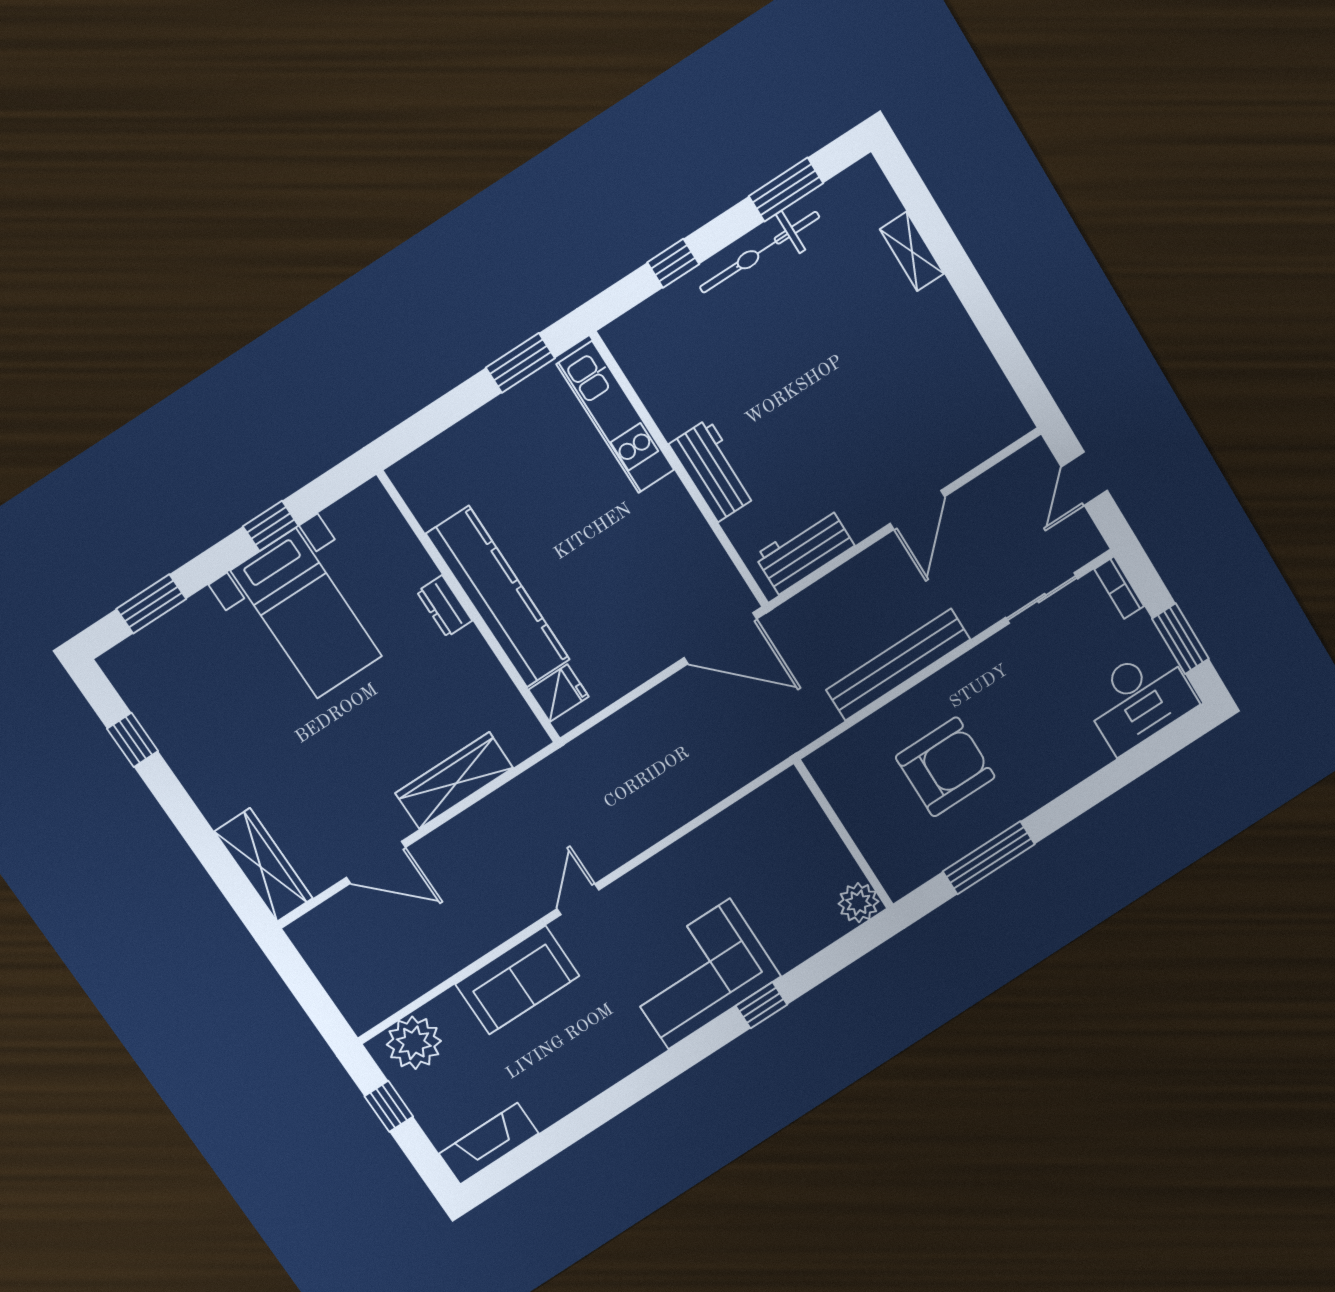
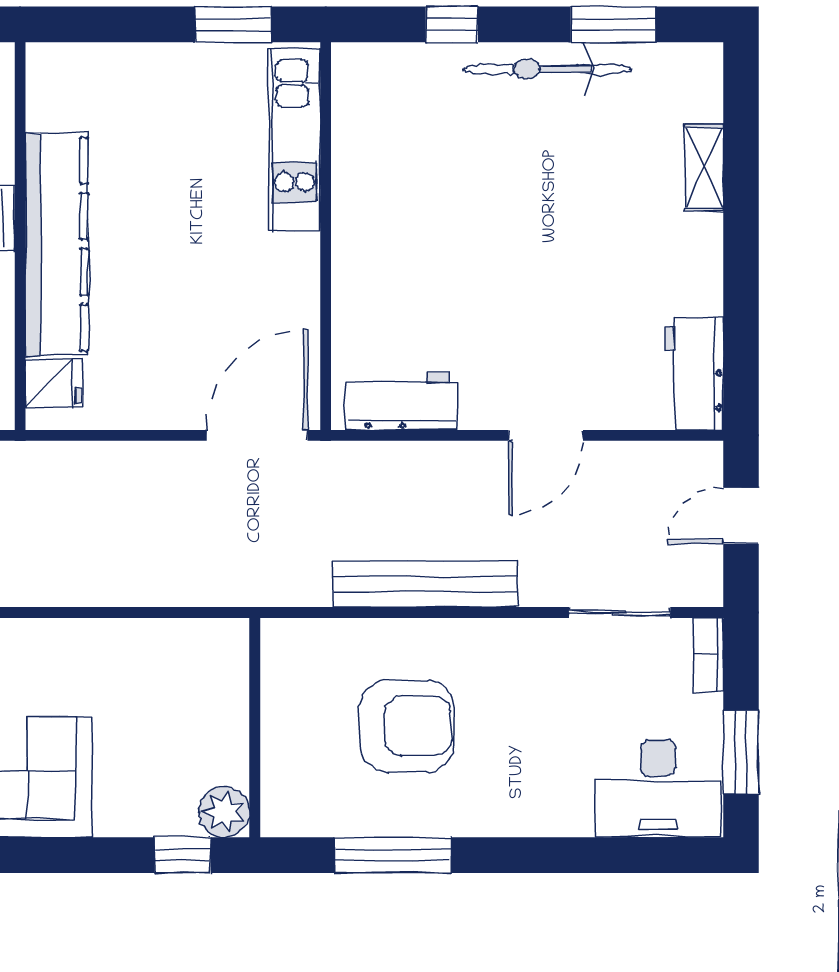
workbench: (713, 470) -> (694, 374), moved, turned 180
door: (720, 638) -> (257, 435), swing flipped
window: (762, 1005) -> (183, 855), moved

